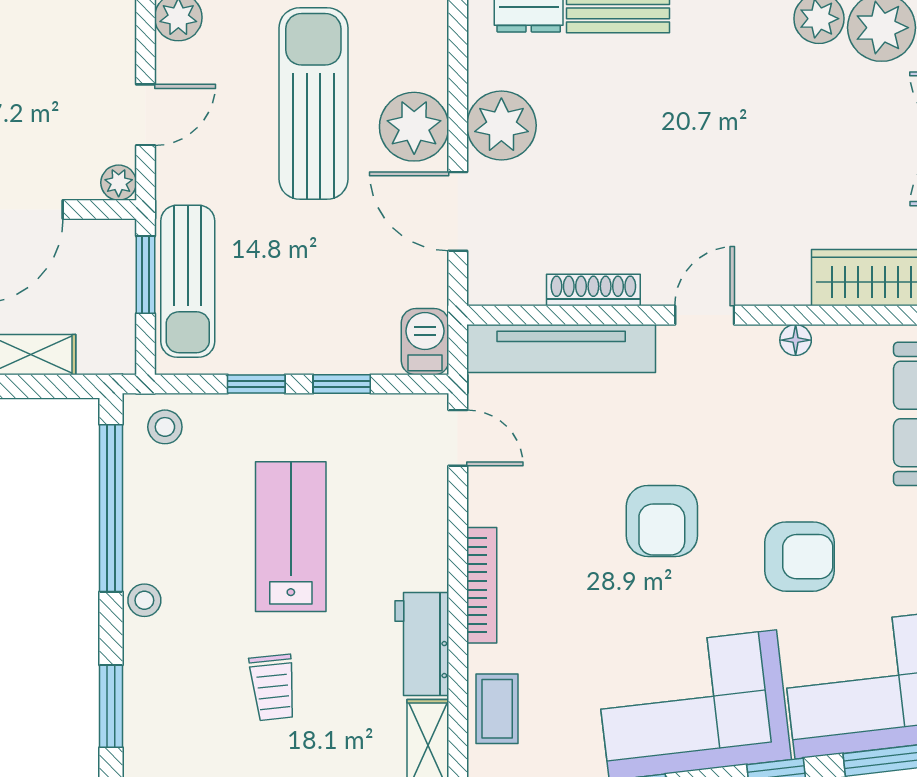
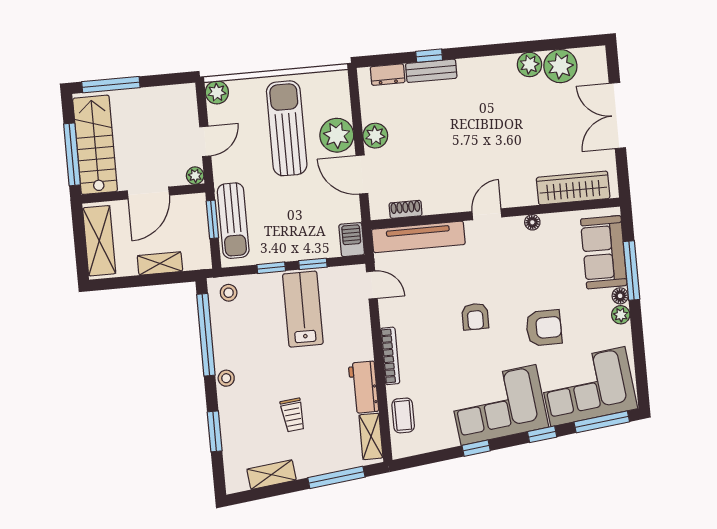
plant: (501, 125) -> (375, 136), width x0.73, depth x0.73
shoe rack: (593, 290) -> (406, 209), moved, width x0.70
armchair: (662, 521) -> (475, 317), width x0.72, depth x0.72
lab bench: (291, 537) -> (303, 309), moved

